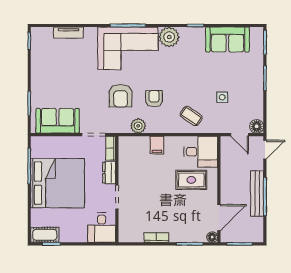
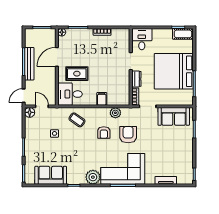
door: (219, 218) -> (57, 57), moved

